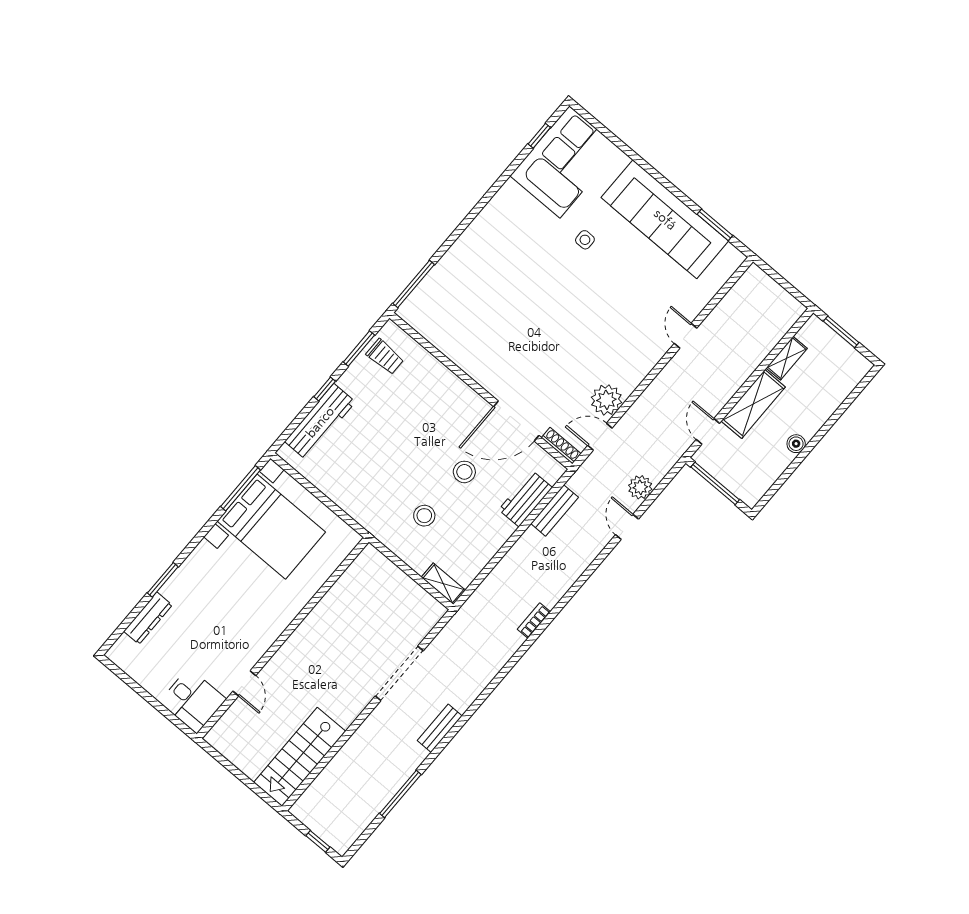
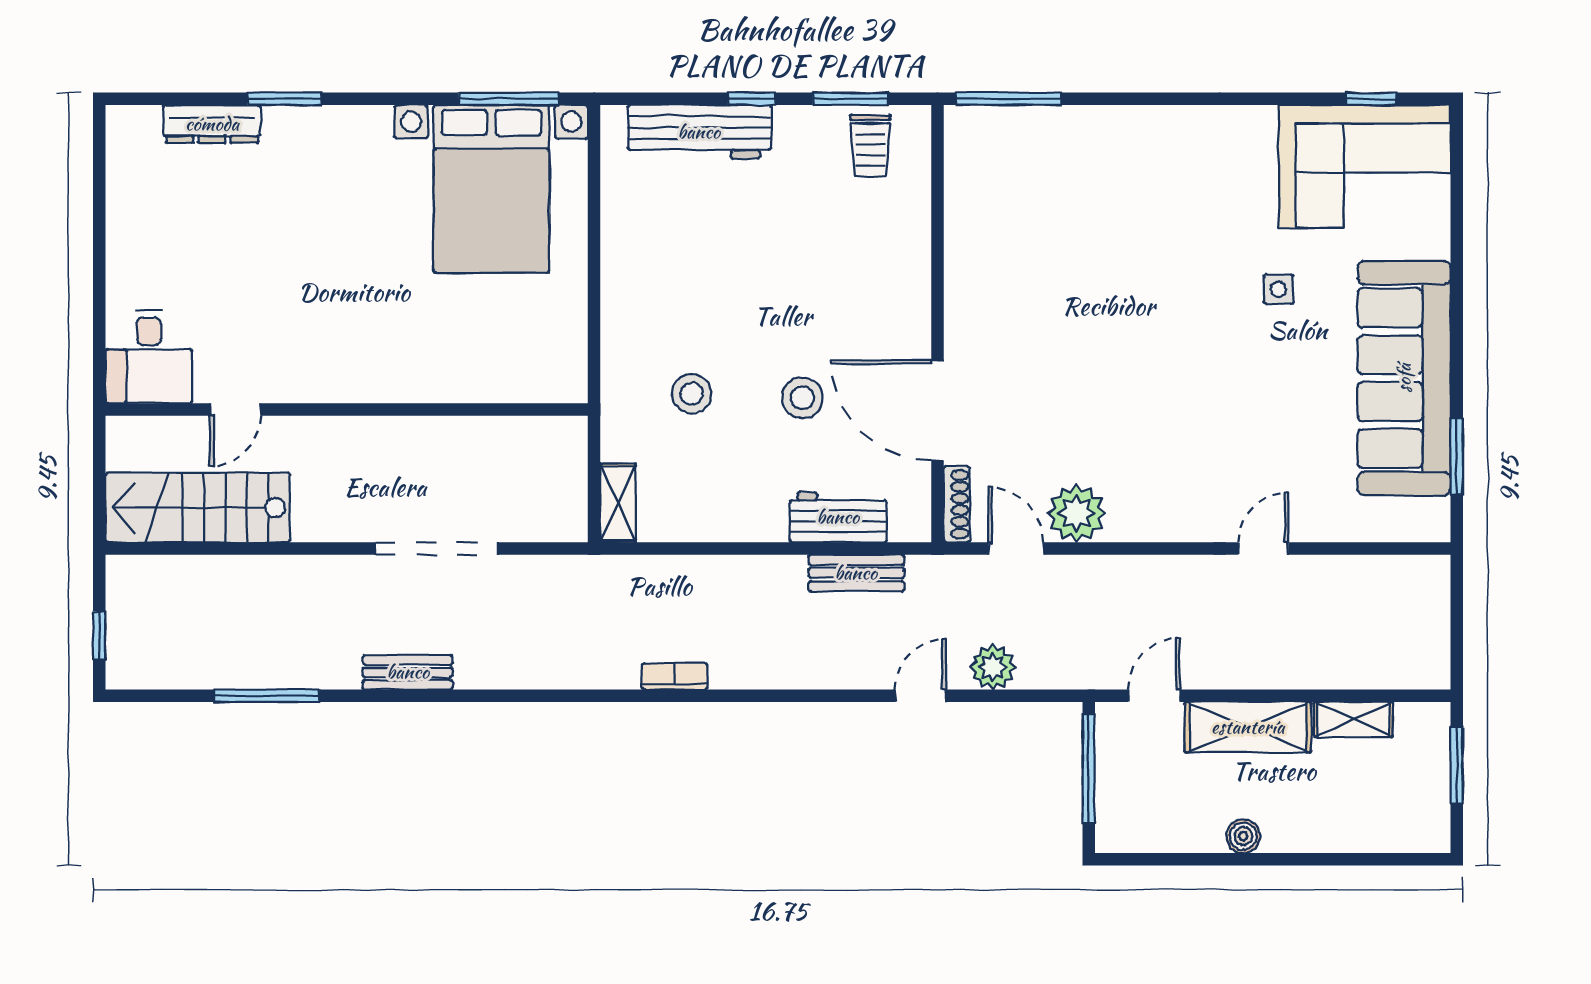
wall: (283, 638) -> (347, 409), moved
door: (244, 683) -> (236, 409), moved
desk: (193, 701) -> (149, 357), moved

